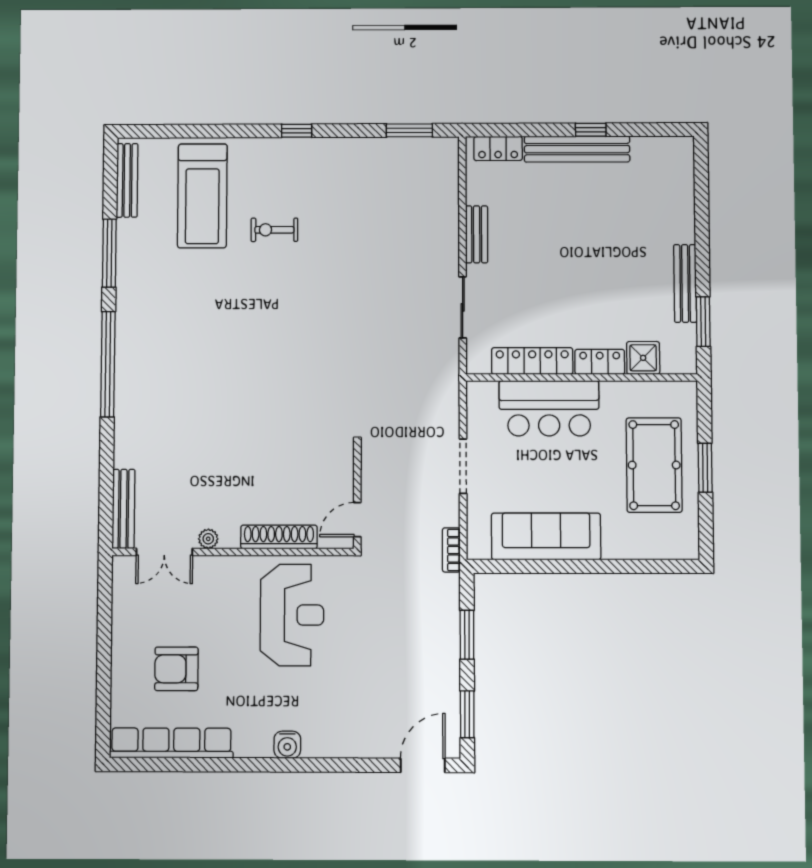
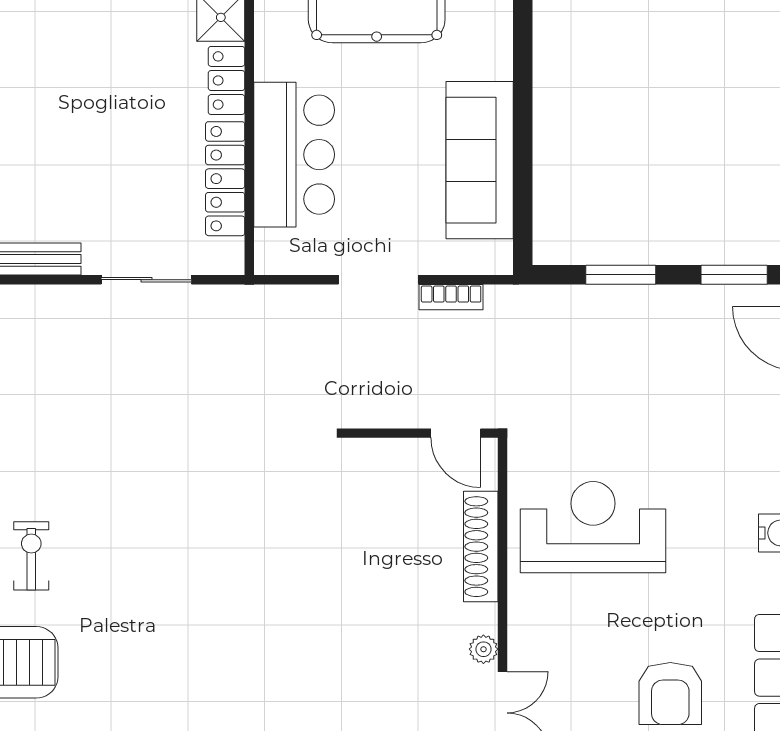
exercise bike: (274, 230) -> (31, 556), turned 180
bookcase: (451, 550) -> (451, 297), moved

